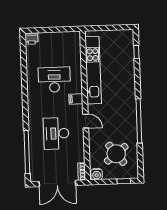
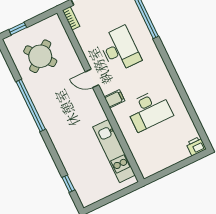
kitchen unit: (93, 70) -> (114, 151), width x0.73
water cooler: (97, 174) -> (53, 23), removed

